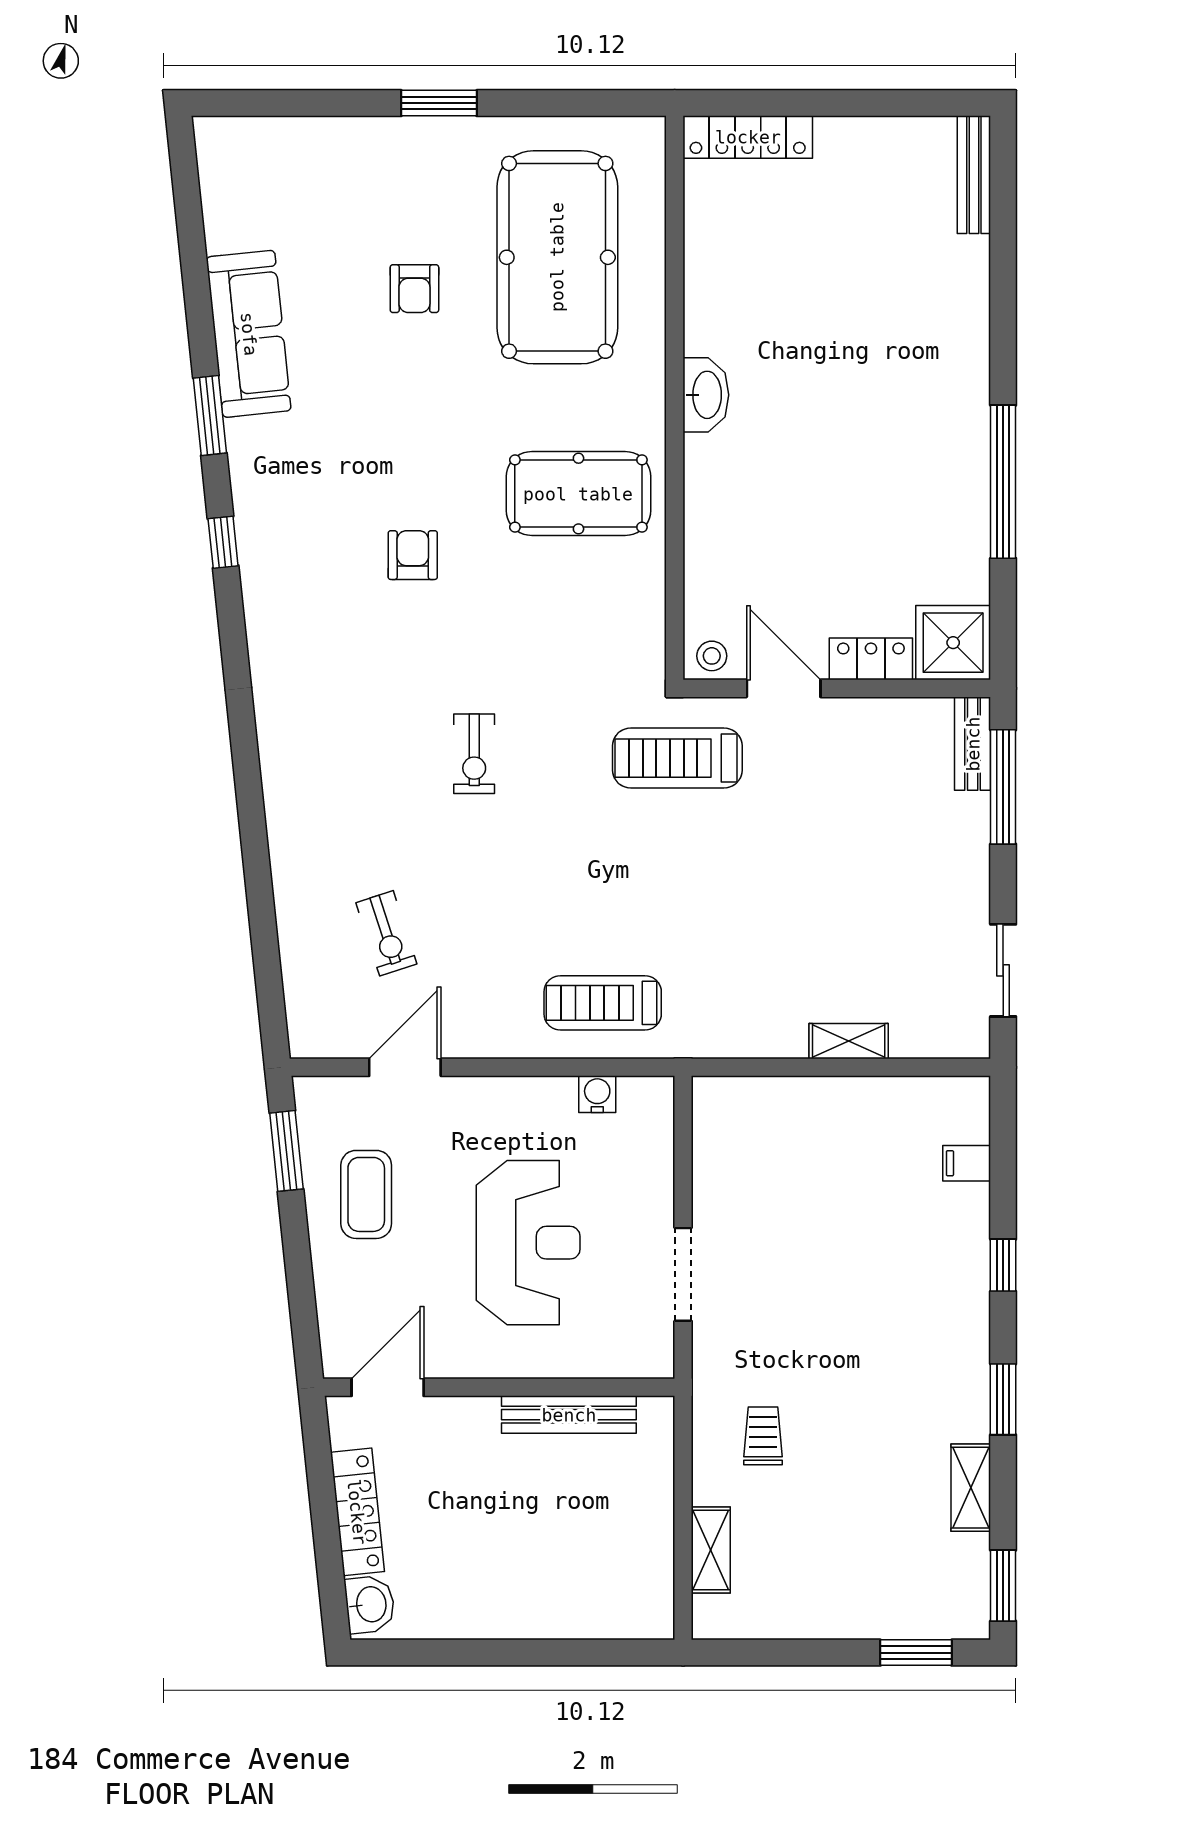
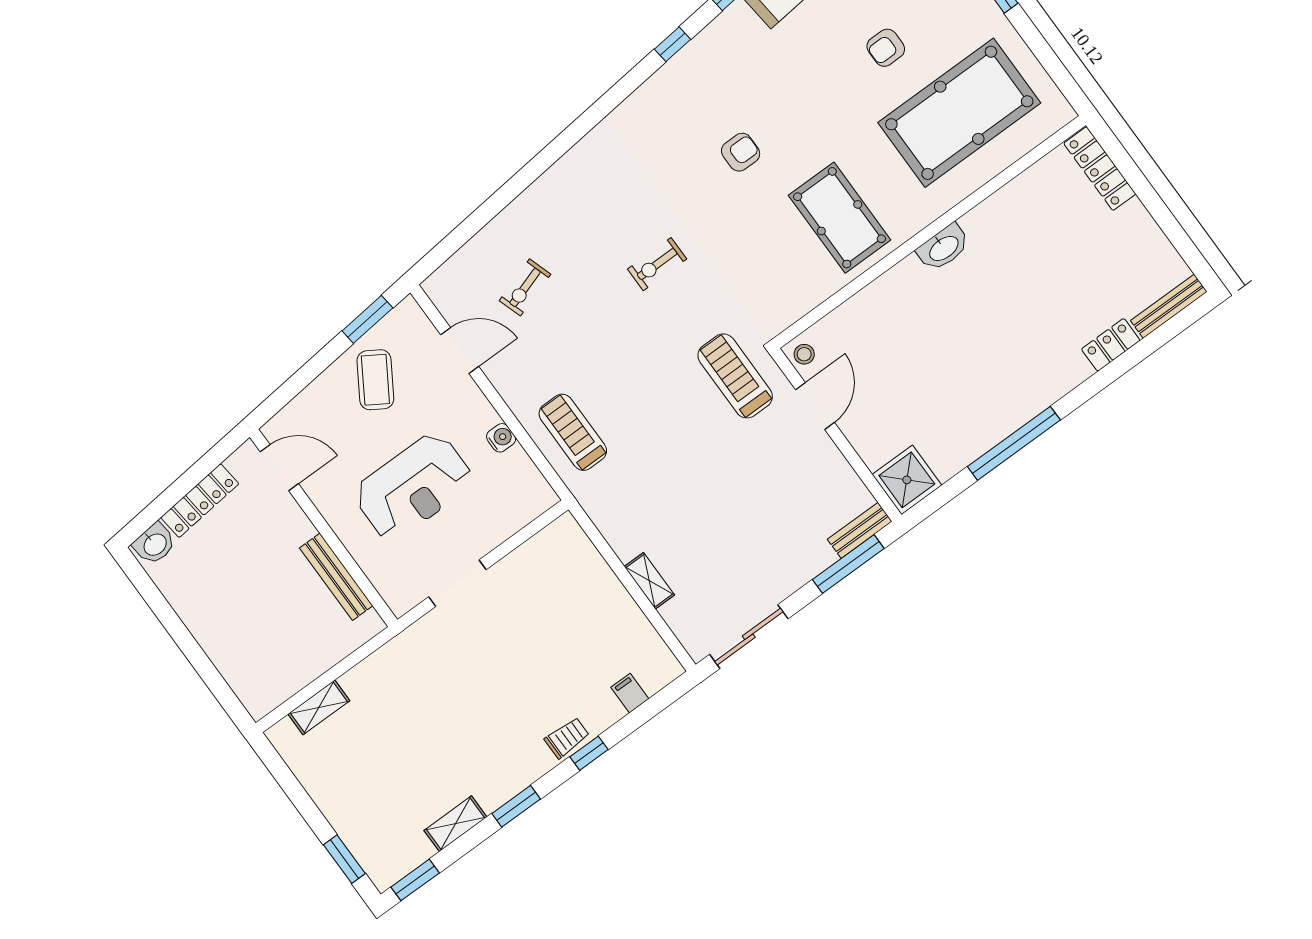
locker: (871, 659) -> (1111, 345), moved, turned -90
sliding door: (1003, 970) -> (749, 637), width x1.37
water cooler: (597, 1094) -> (501, 438), moved
coffee table: (366, 1194) -> (375, 380), turned -58
trolley: (763, 1436) -> (567, 738), moved

